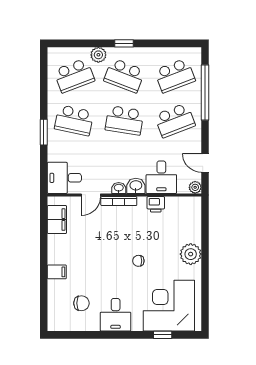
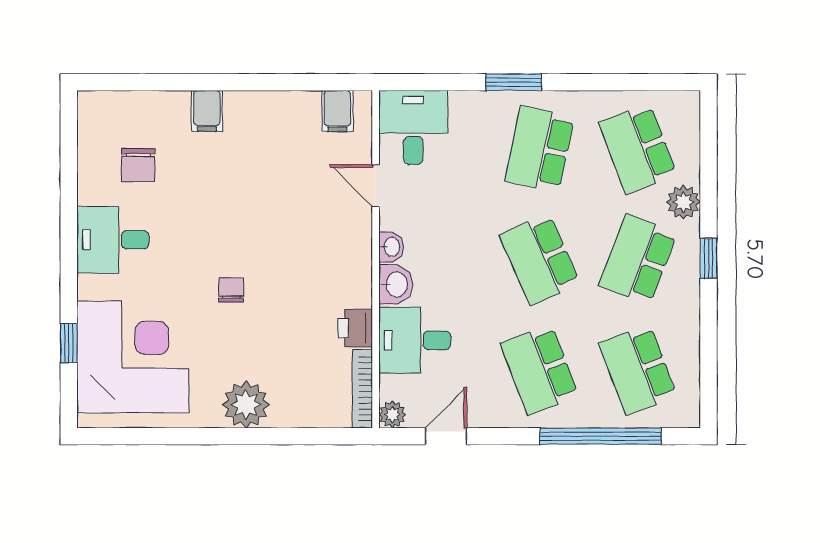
school desk: (124, 120) -> (540, 259), turned -33
bookcase: (119, 201) -> (362, 389), moved
filing cabinet: (57, 220) -> (337, 111), width x0.50

